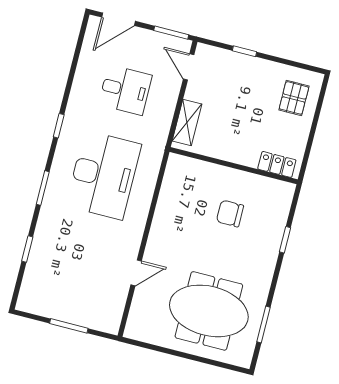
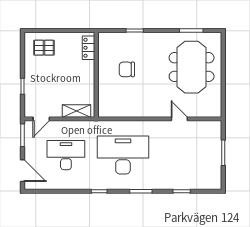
desk: (125, 90) -> (66, 155), width x1.37
chair: (230, 213) -> (127, 69), turned 90

